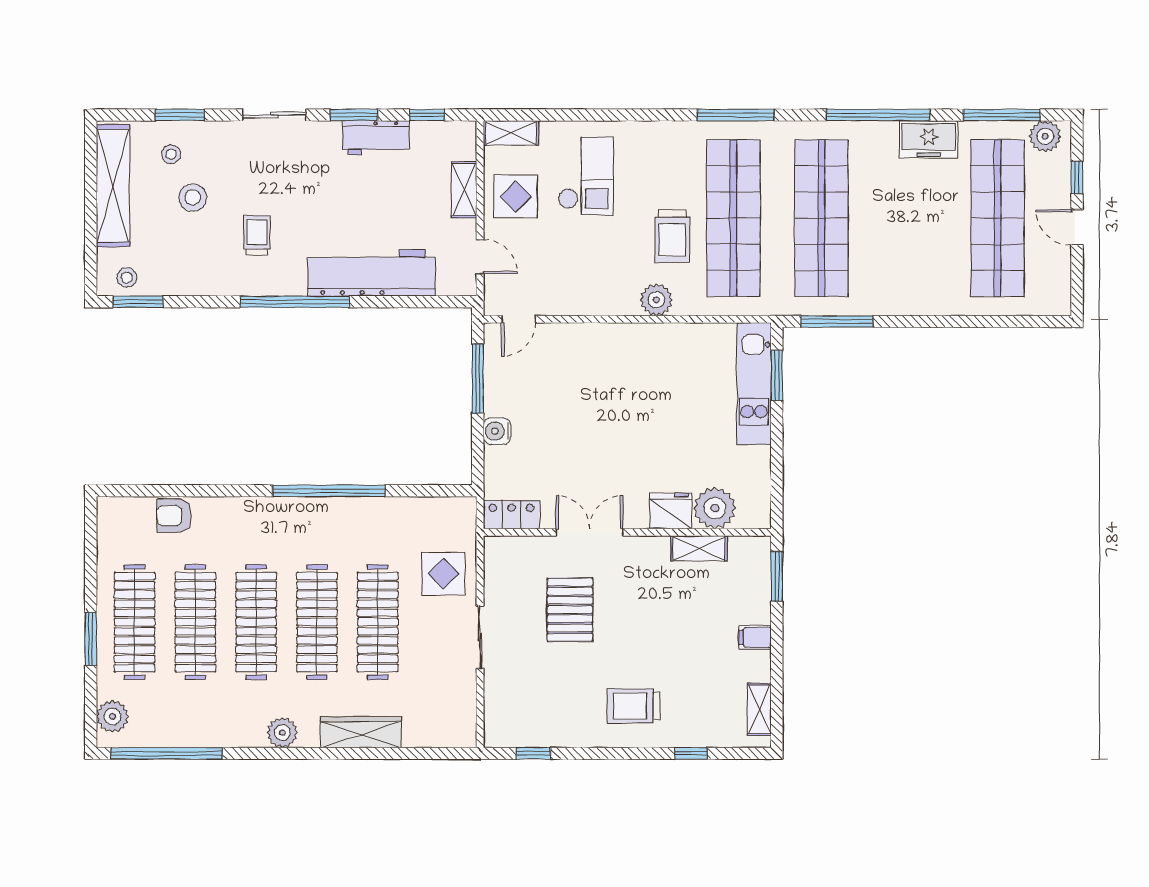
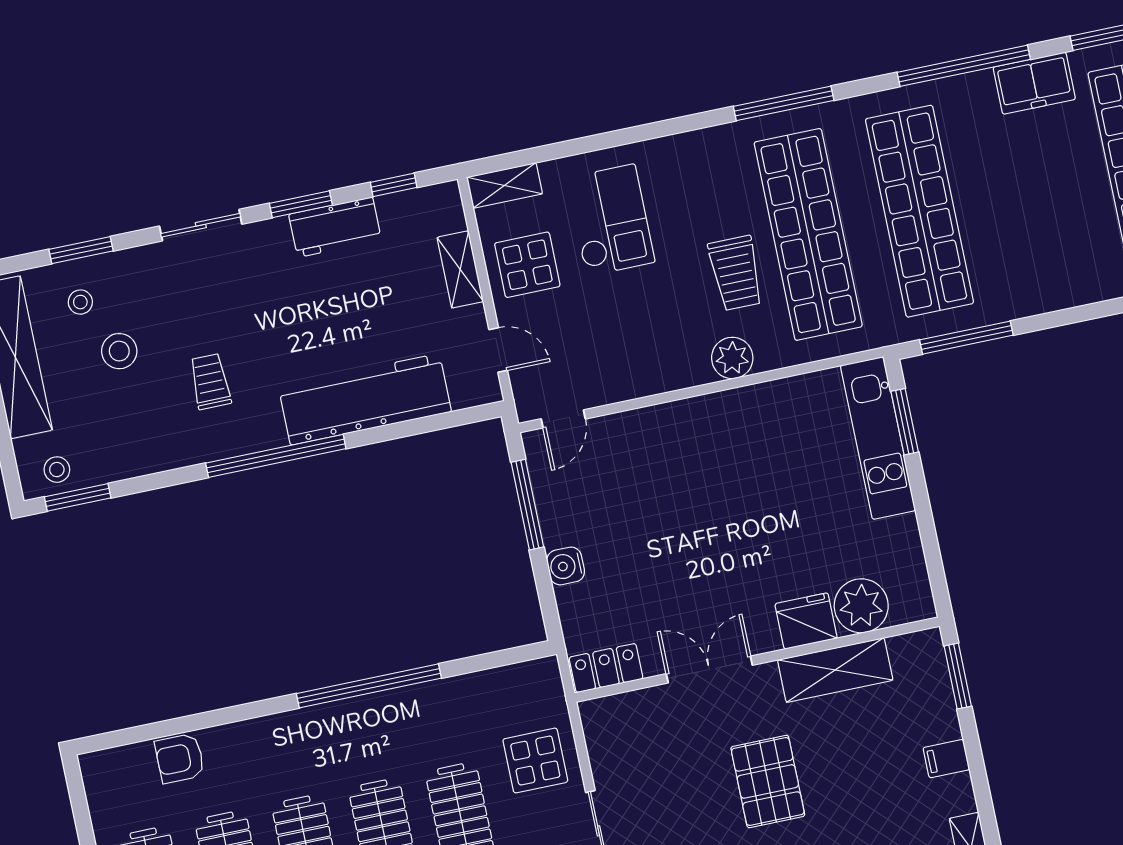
shelving: (699, 548) -> (835, 670), width x1.50, depth x1.33
pallet: (570, 610) -> (768, 781), moved

